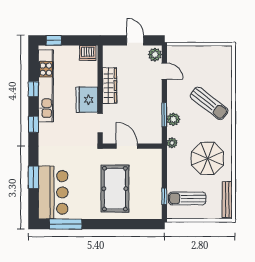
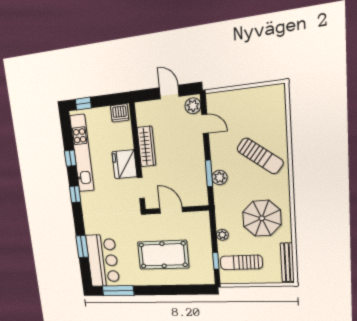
plant: (172, 143) -> (222, 235), moved
pool table: (115, 189) -> (163, 255), turned 90

